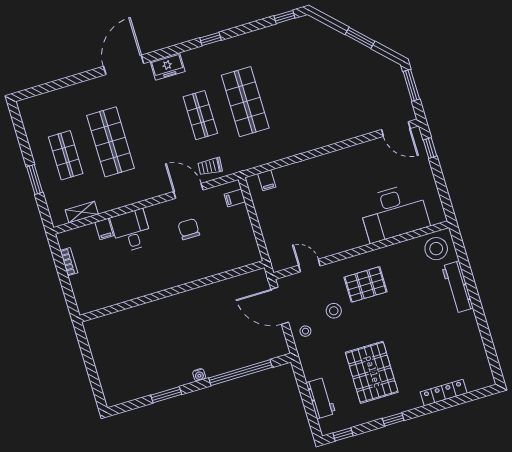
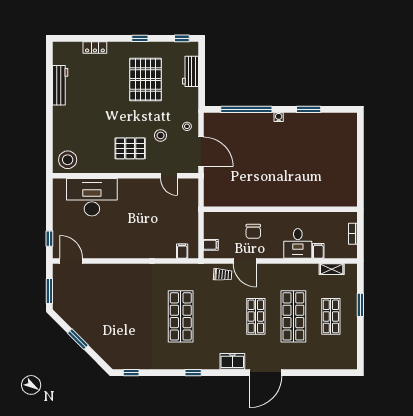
shop shelf: (200, 115) -> (256, 316), moved
workbench: (457, 287) -> (60, 85), moved
wall: (172, 291) -> (280, 209), moved
locker: (444, 393) -> (95, 47), width x0.66

